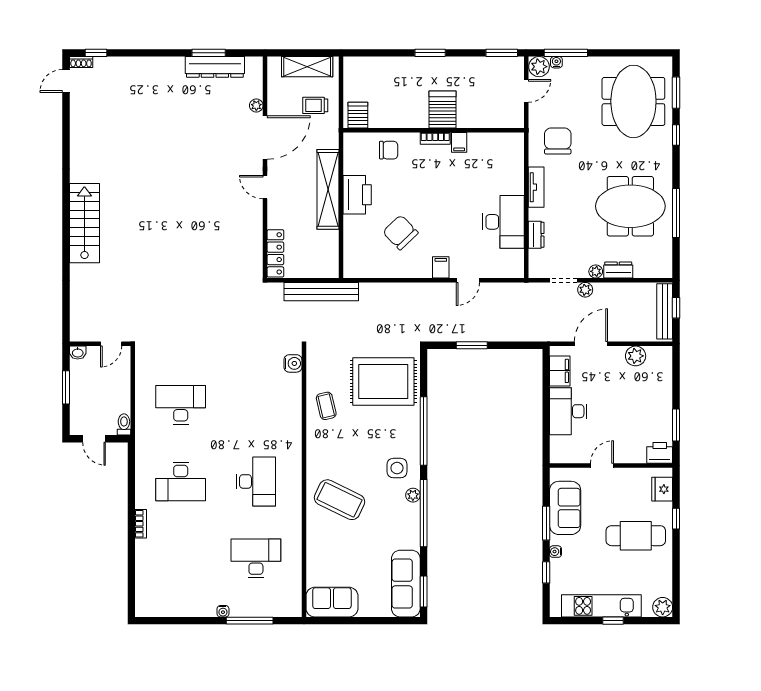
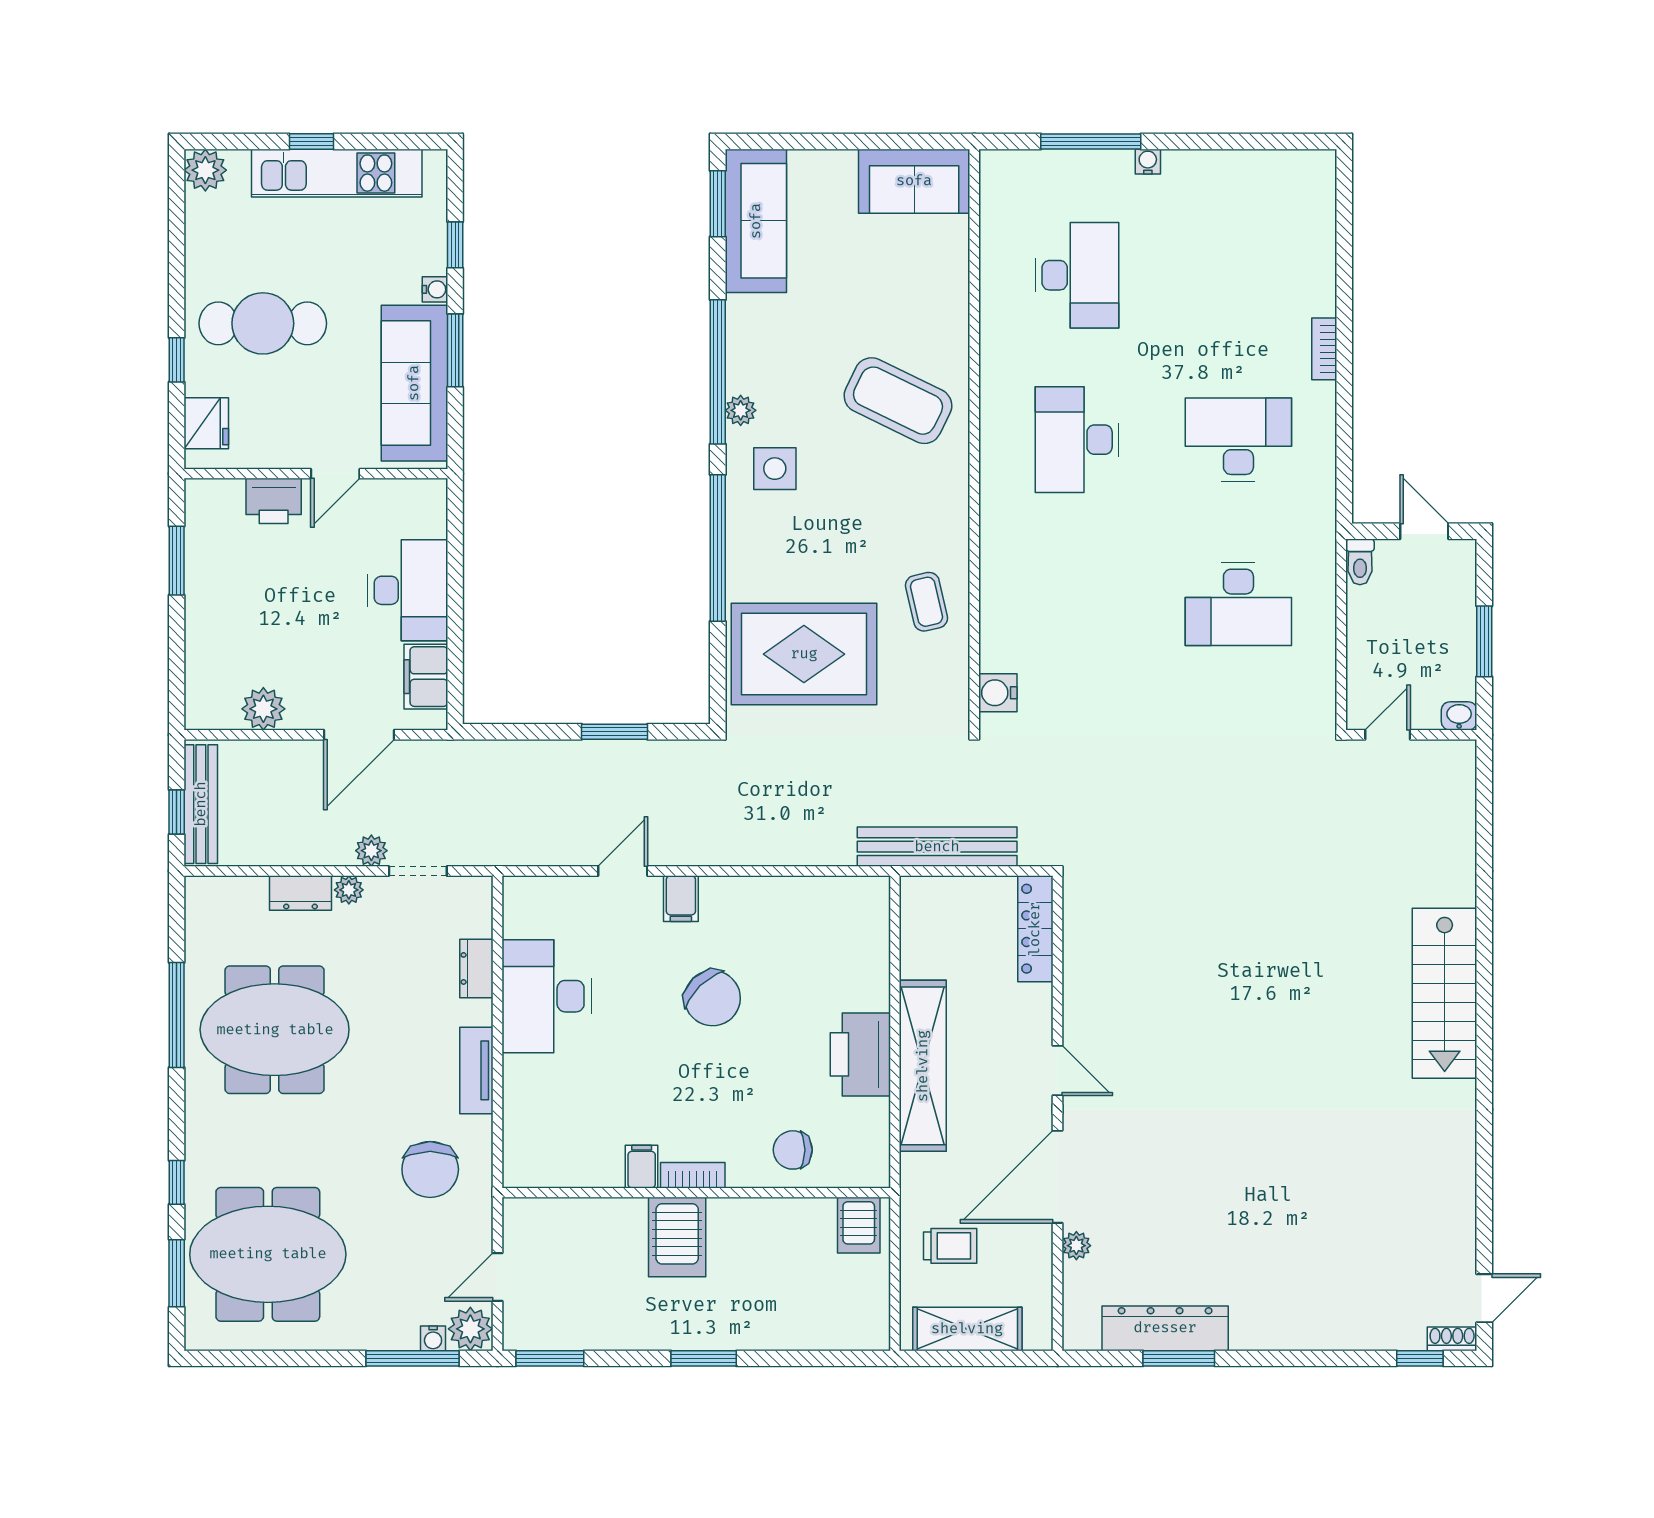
meeting table: (633, 101) -> (268, 1254), turned 90
chair: (400, 232) -> (712, 998), moved
printer: (660, 453) -> (274, 501), moved
sofa: (565, 508) -> (414, 383), width x1.36
desk: (256, 558) -> (1077, 275), turned -90

